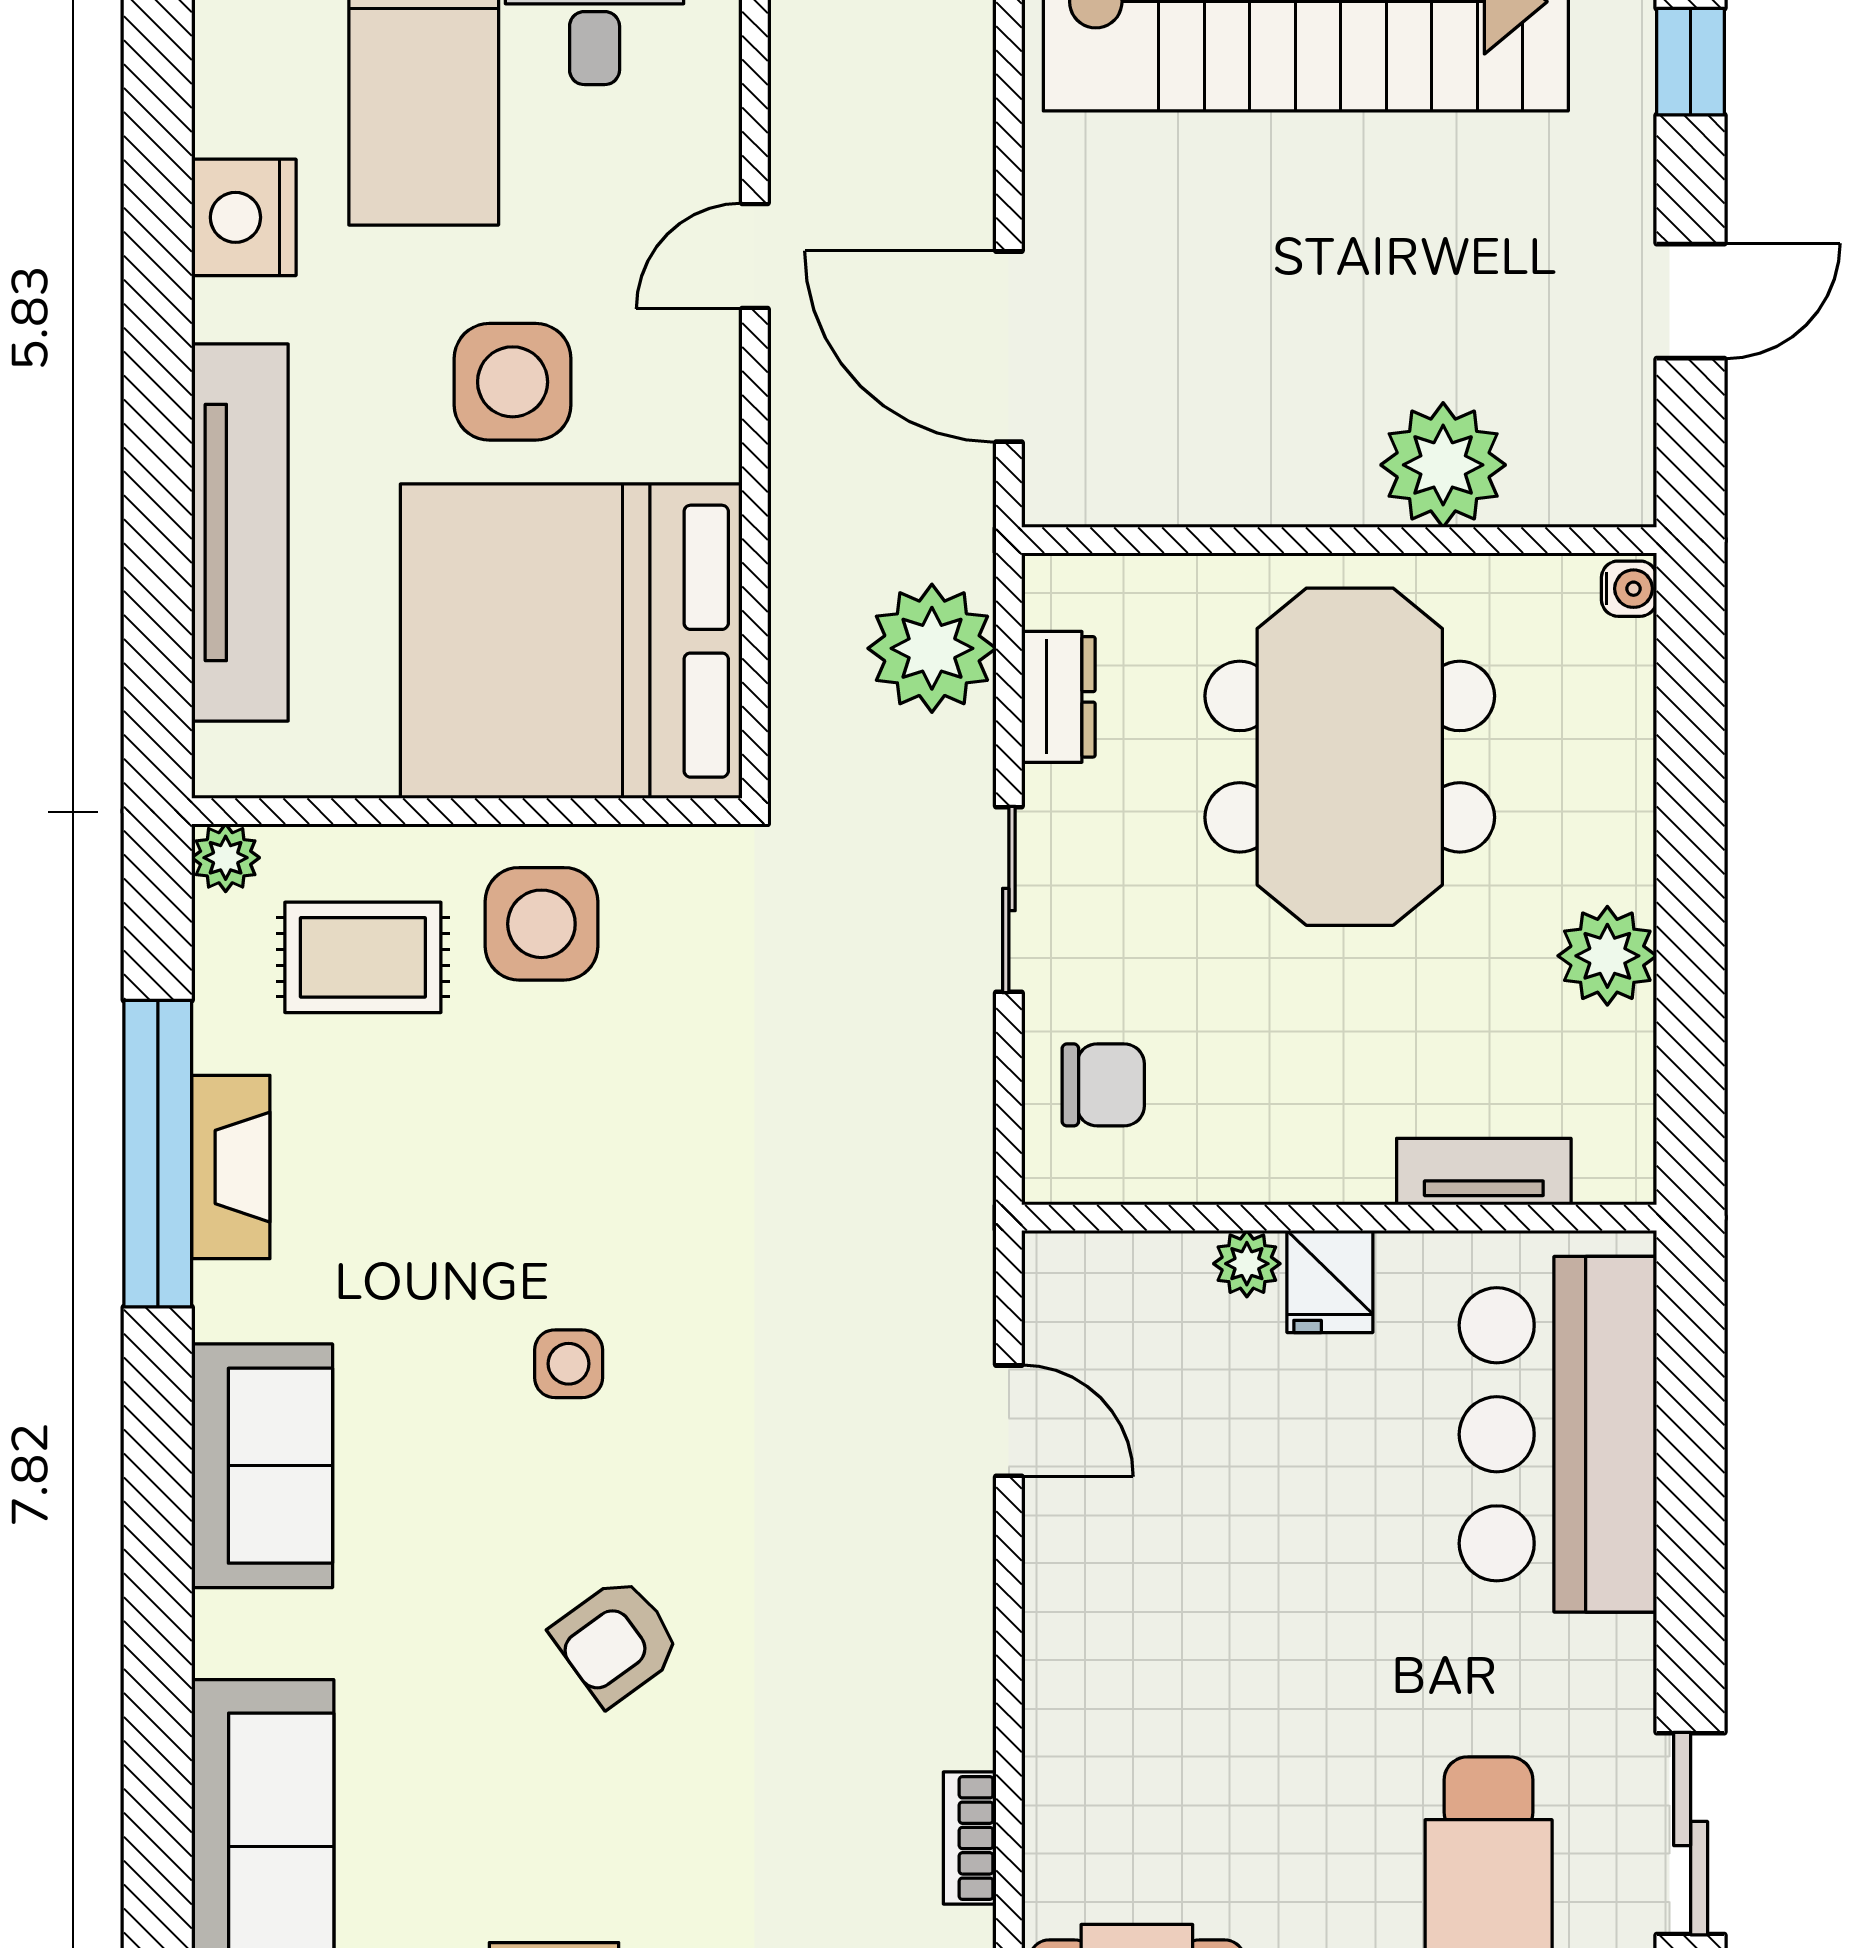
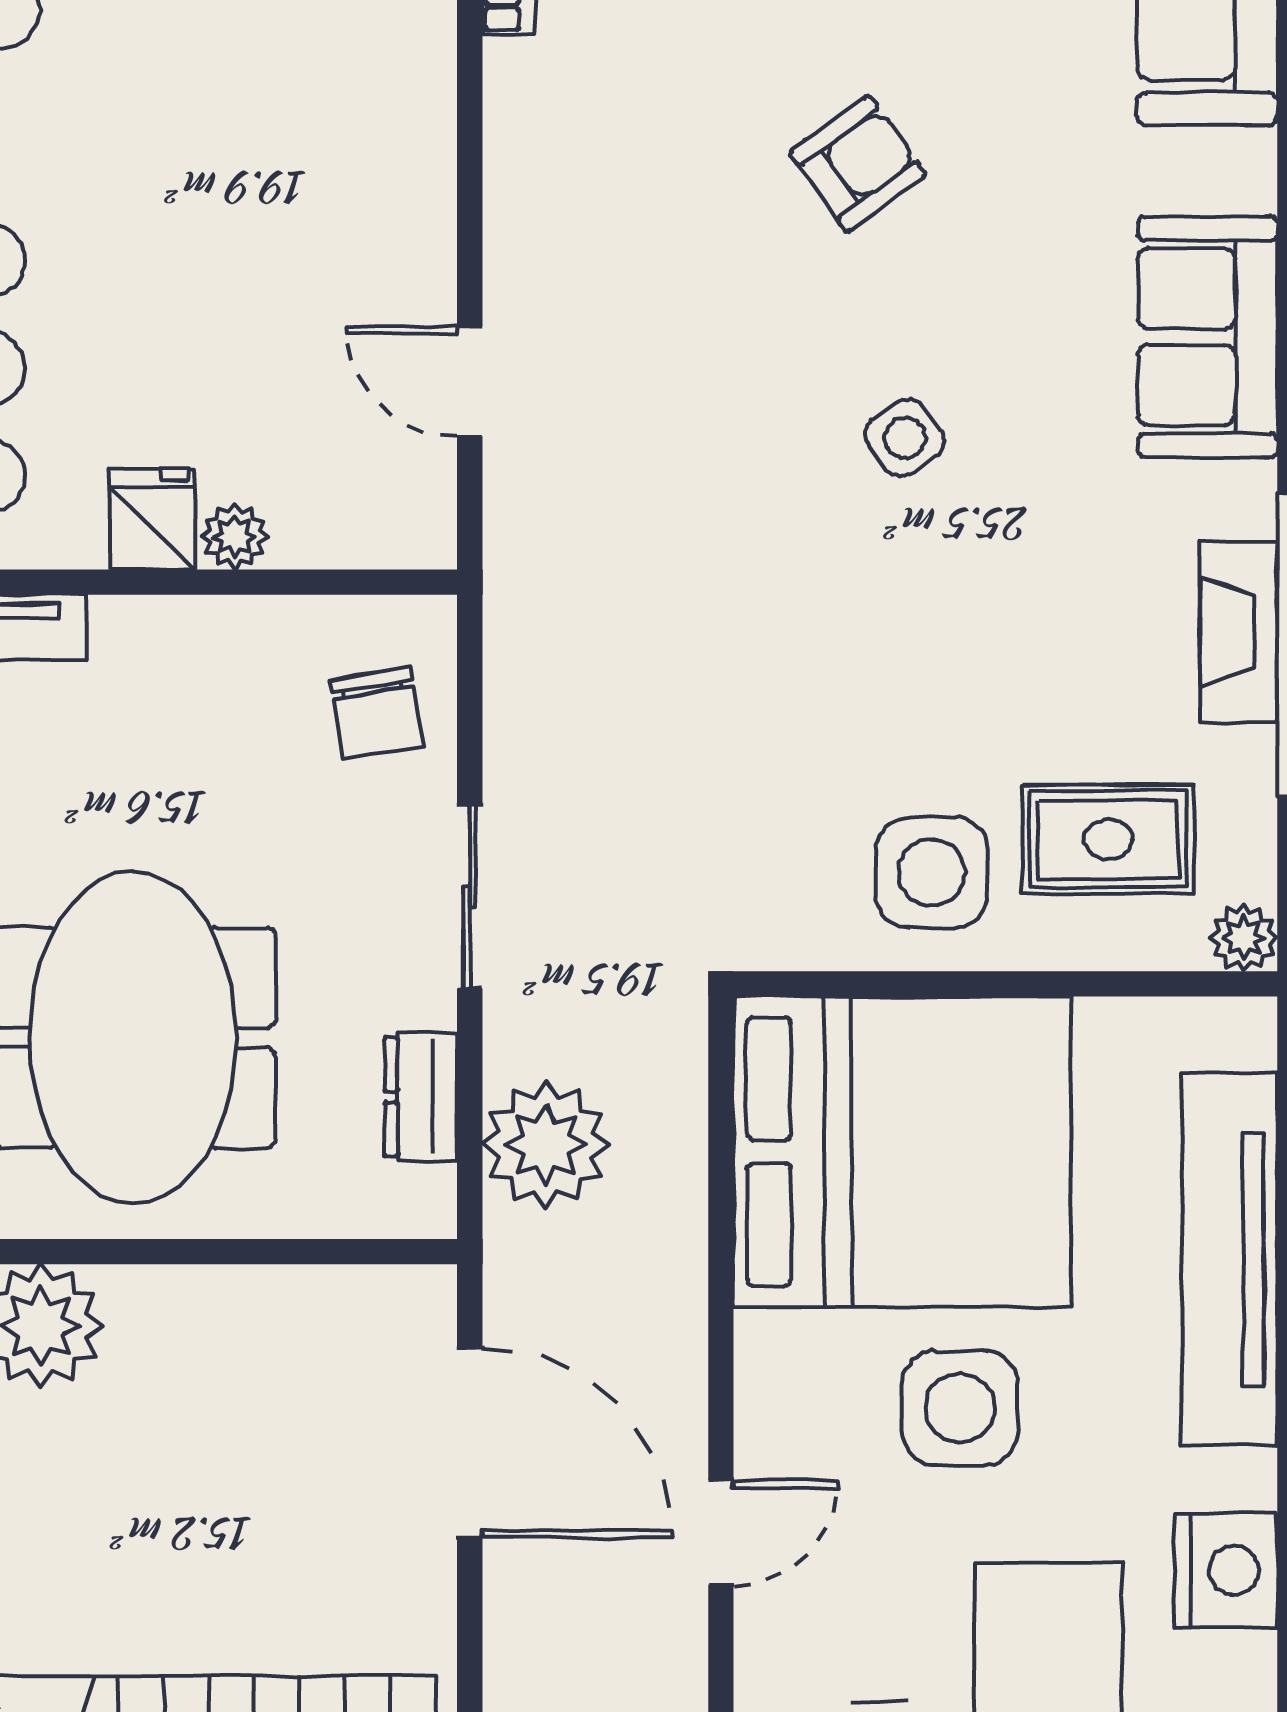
chair: (1103, 1085) -> (377, 713), turned -100
side table: (569, 1364) -> (905, 438), turned -36

